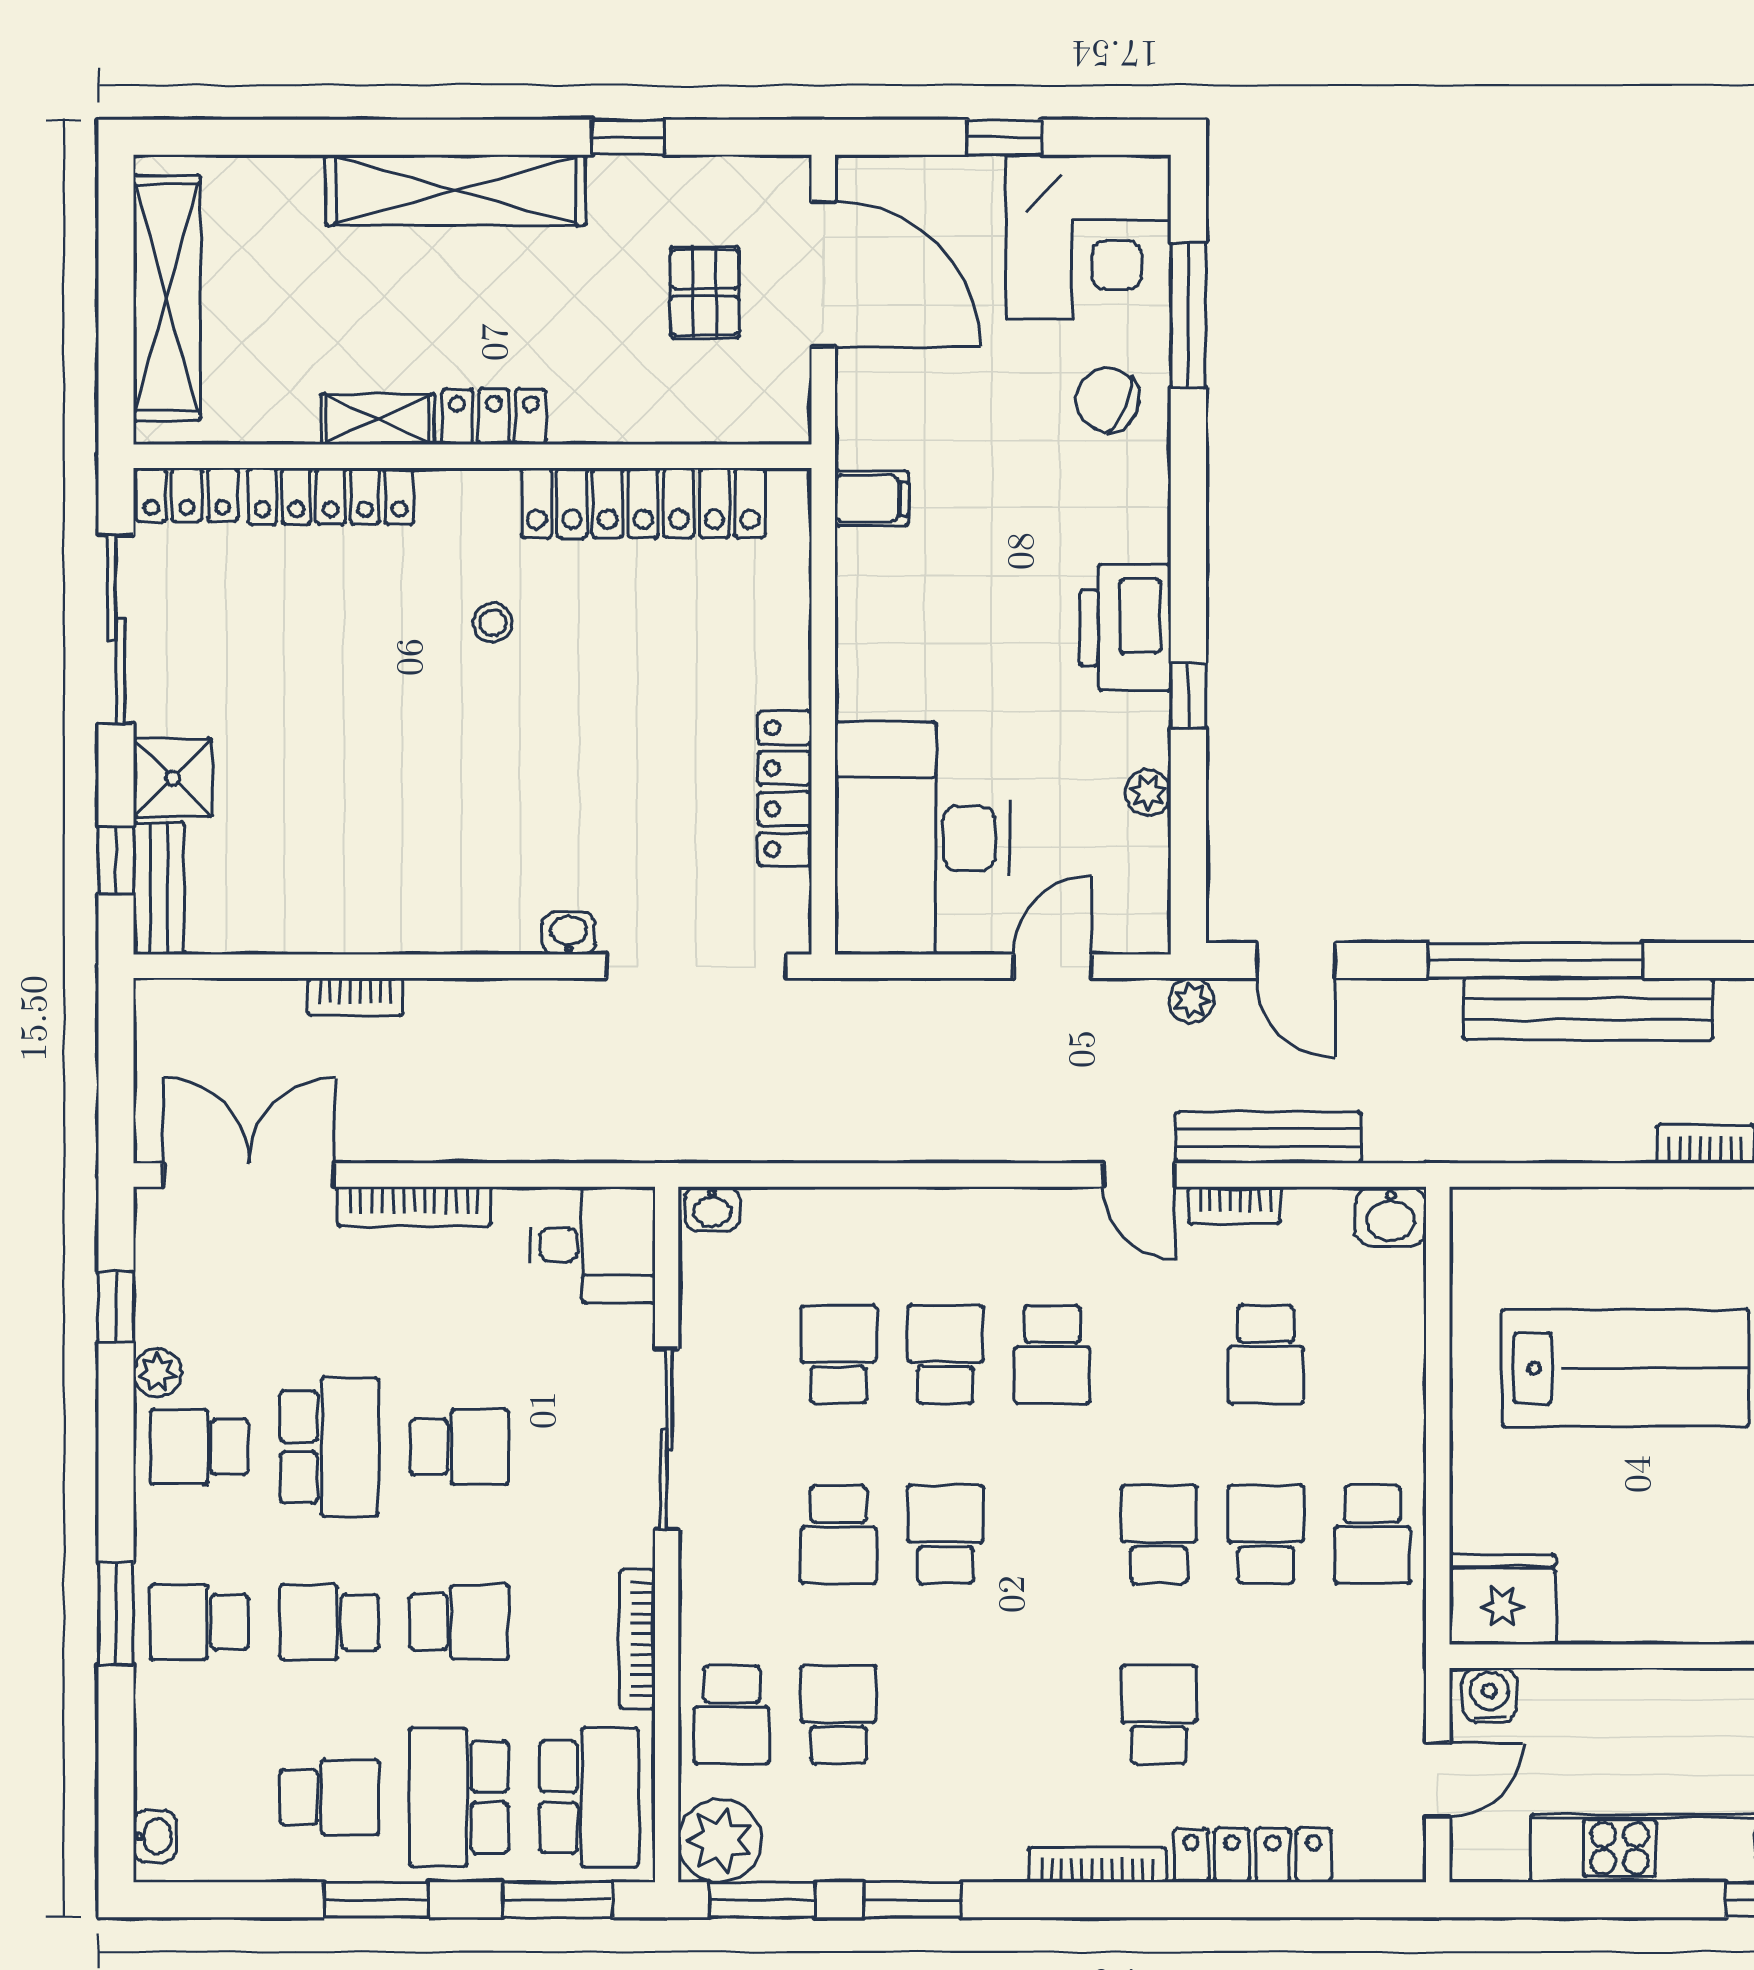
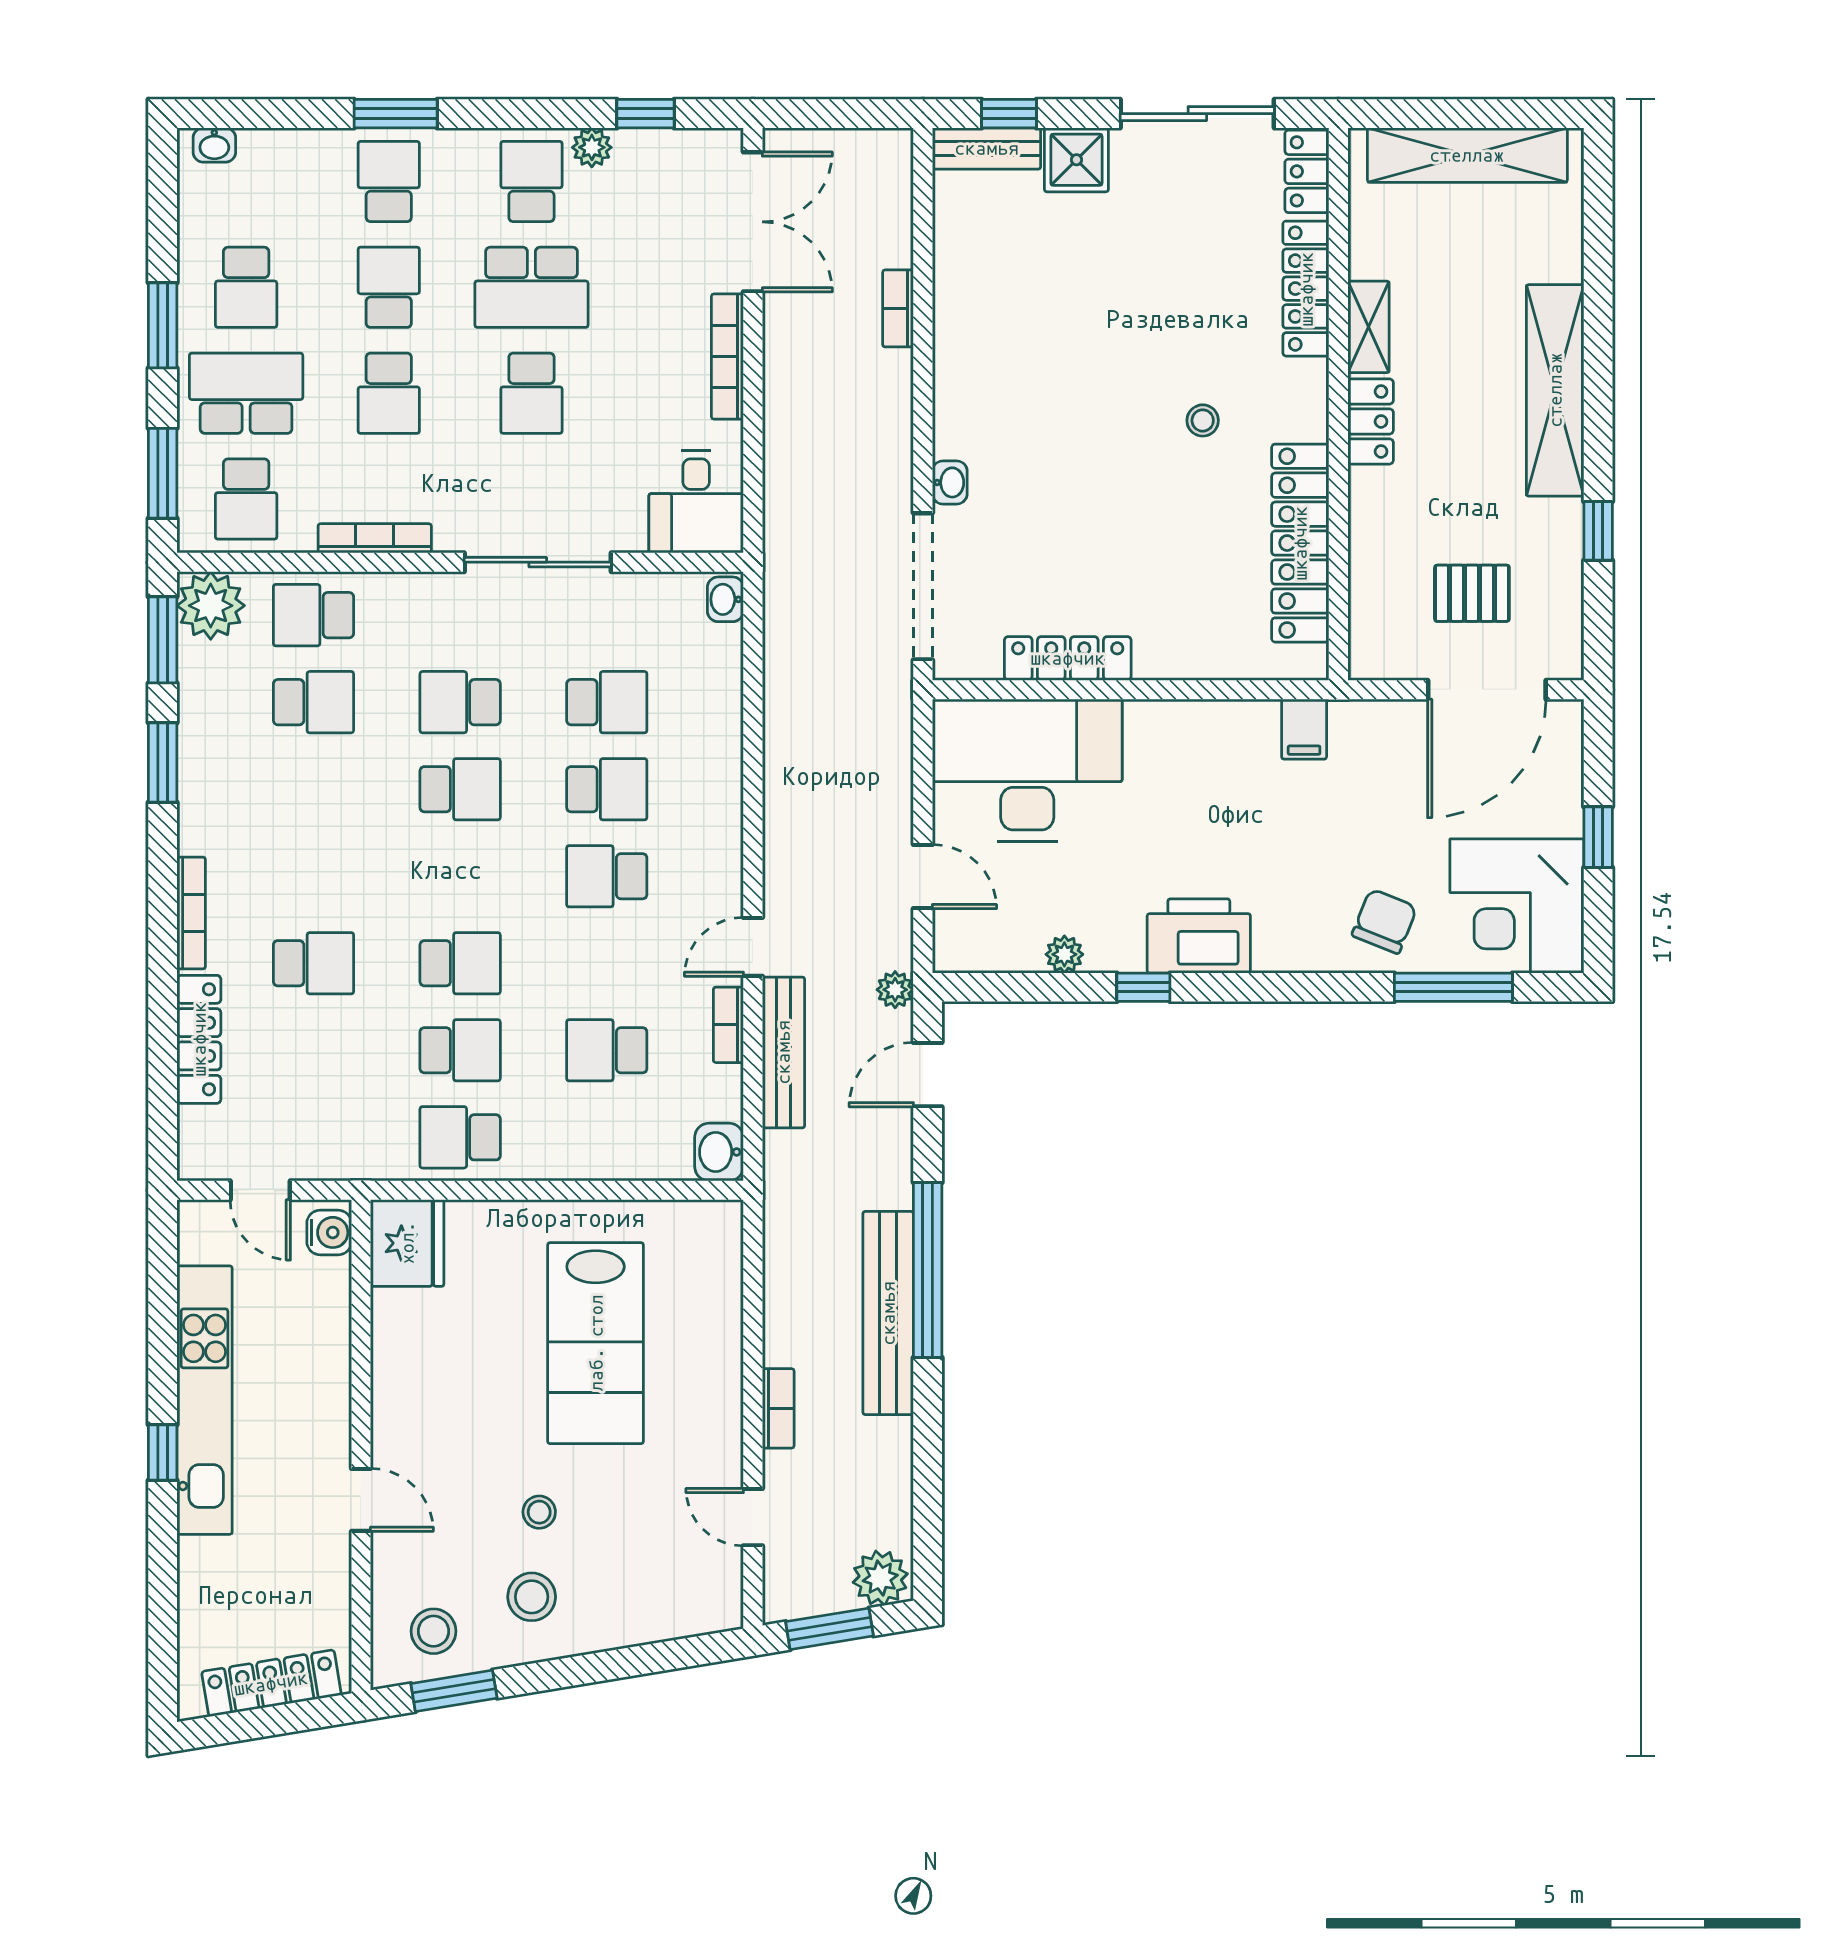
school desk: (589, 1797) -> (246, 499), width x0.54

